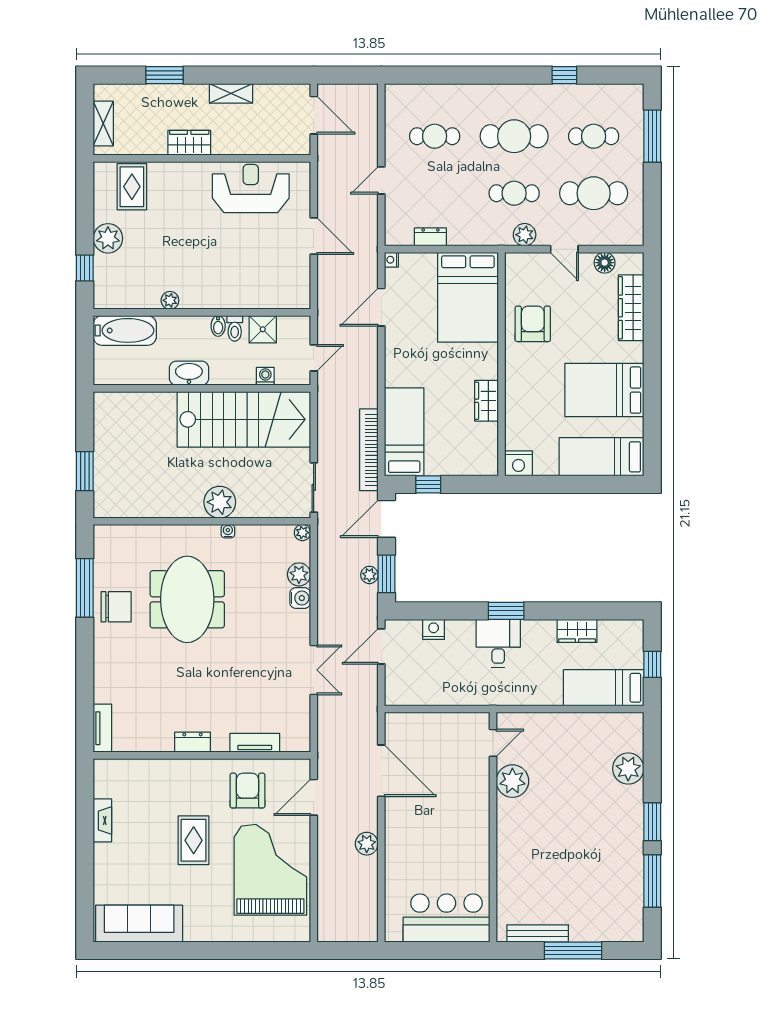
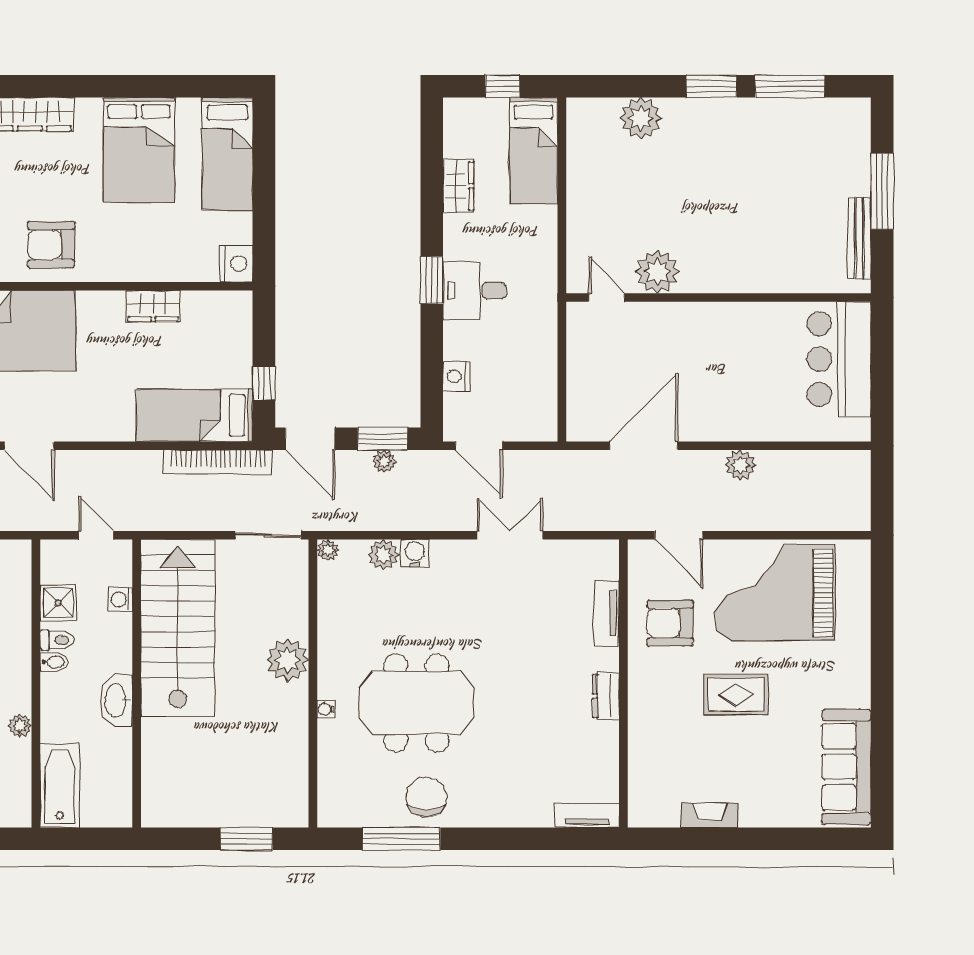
water cooler: (228, 531) -> (326, 709), moved

